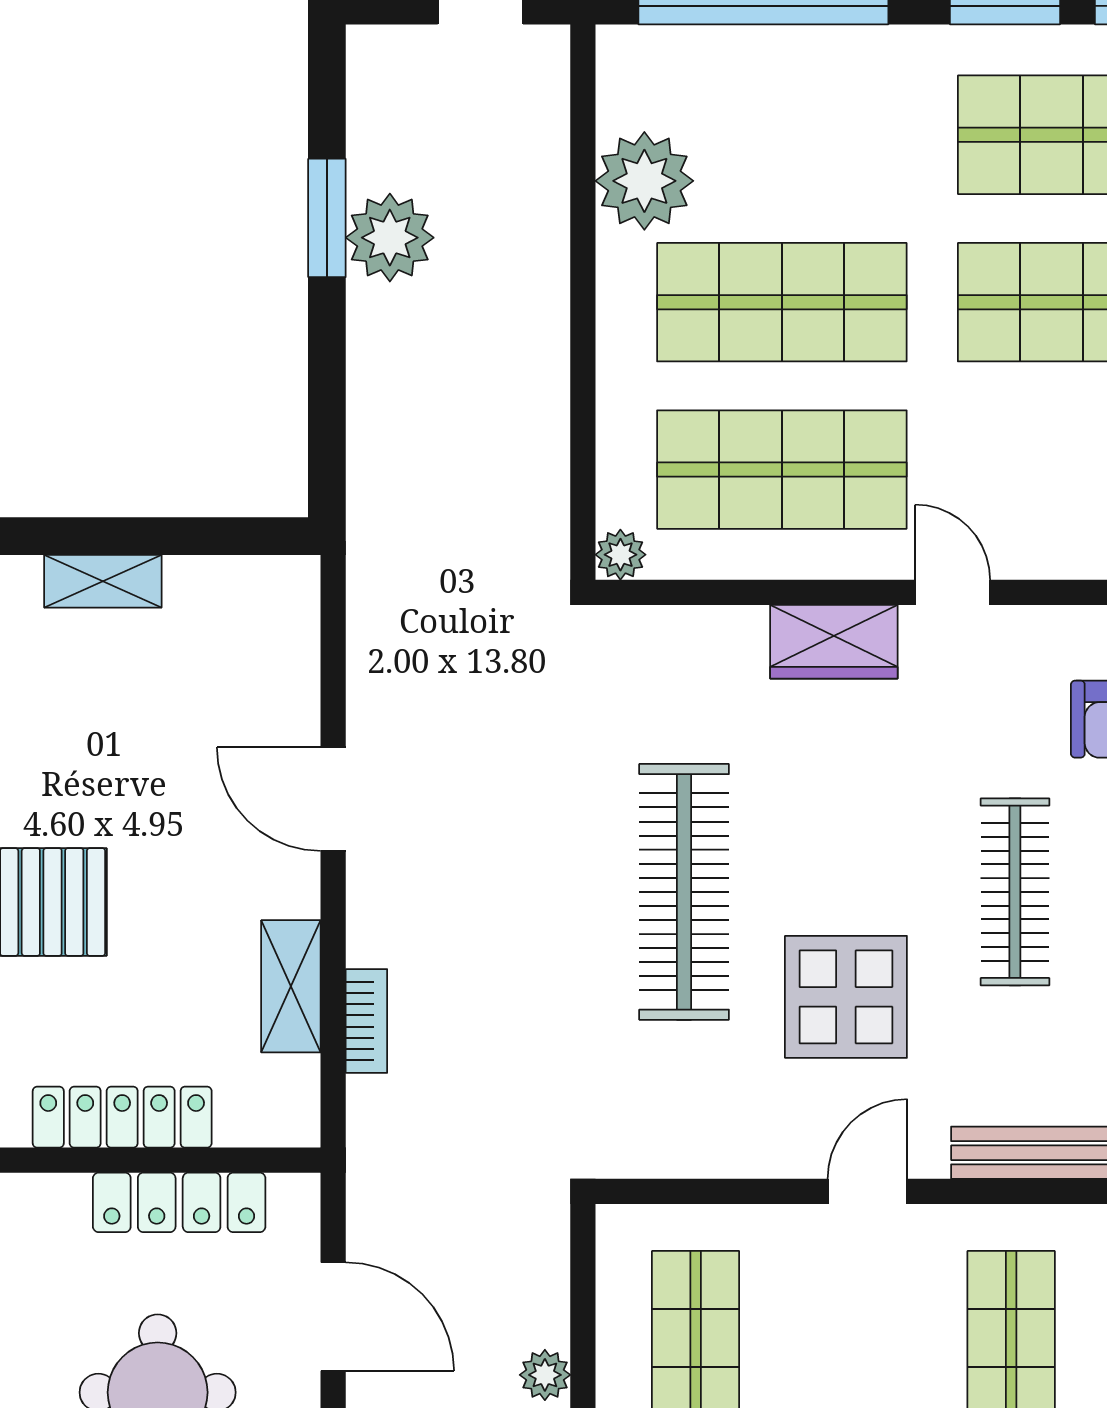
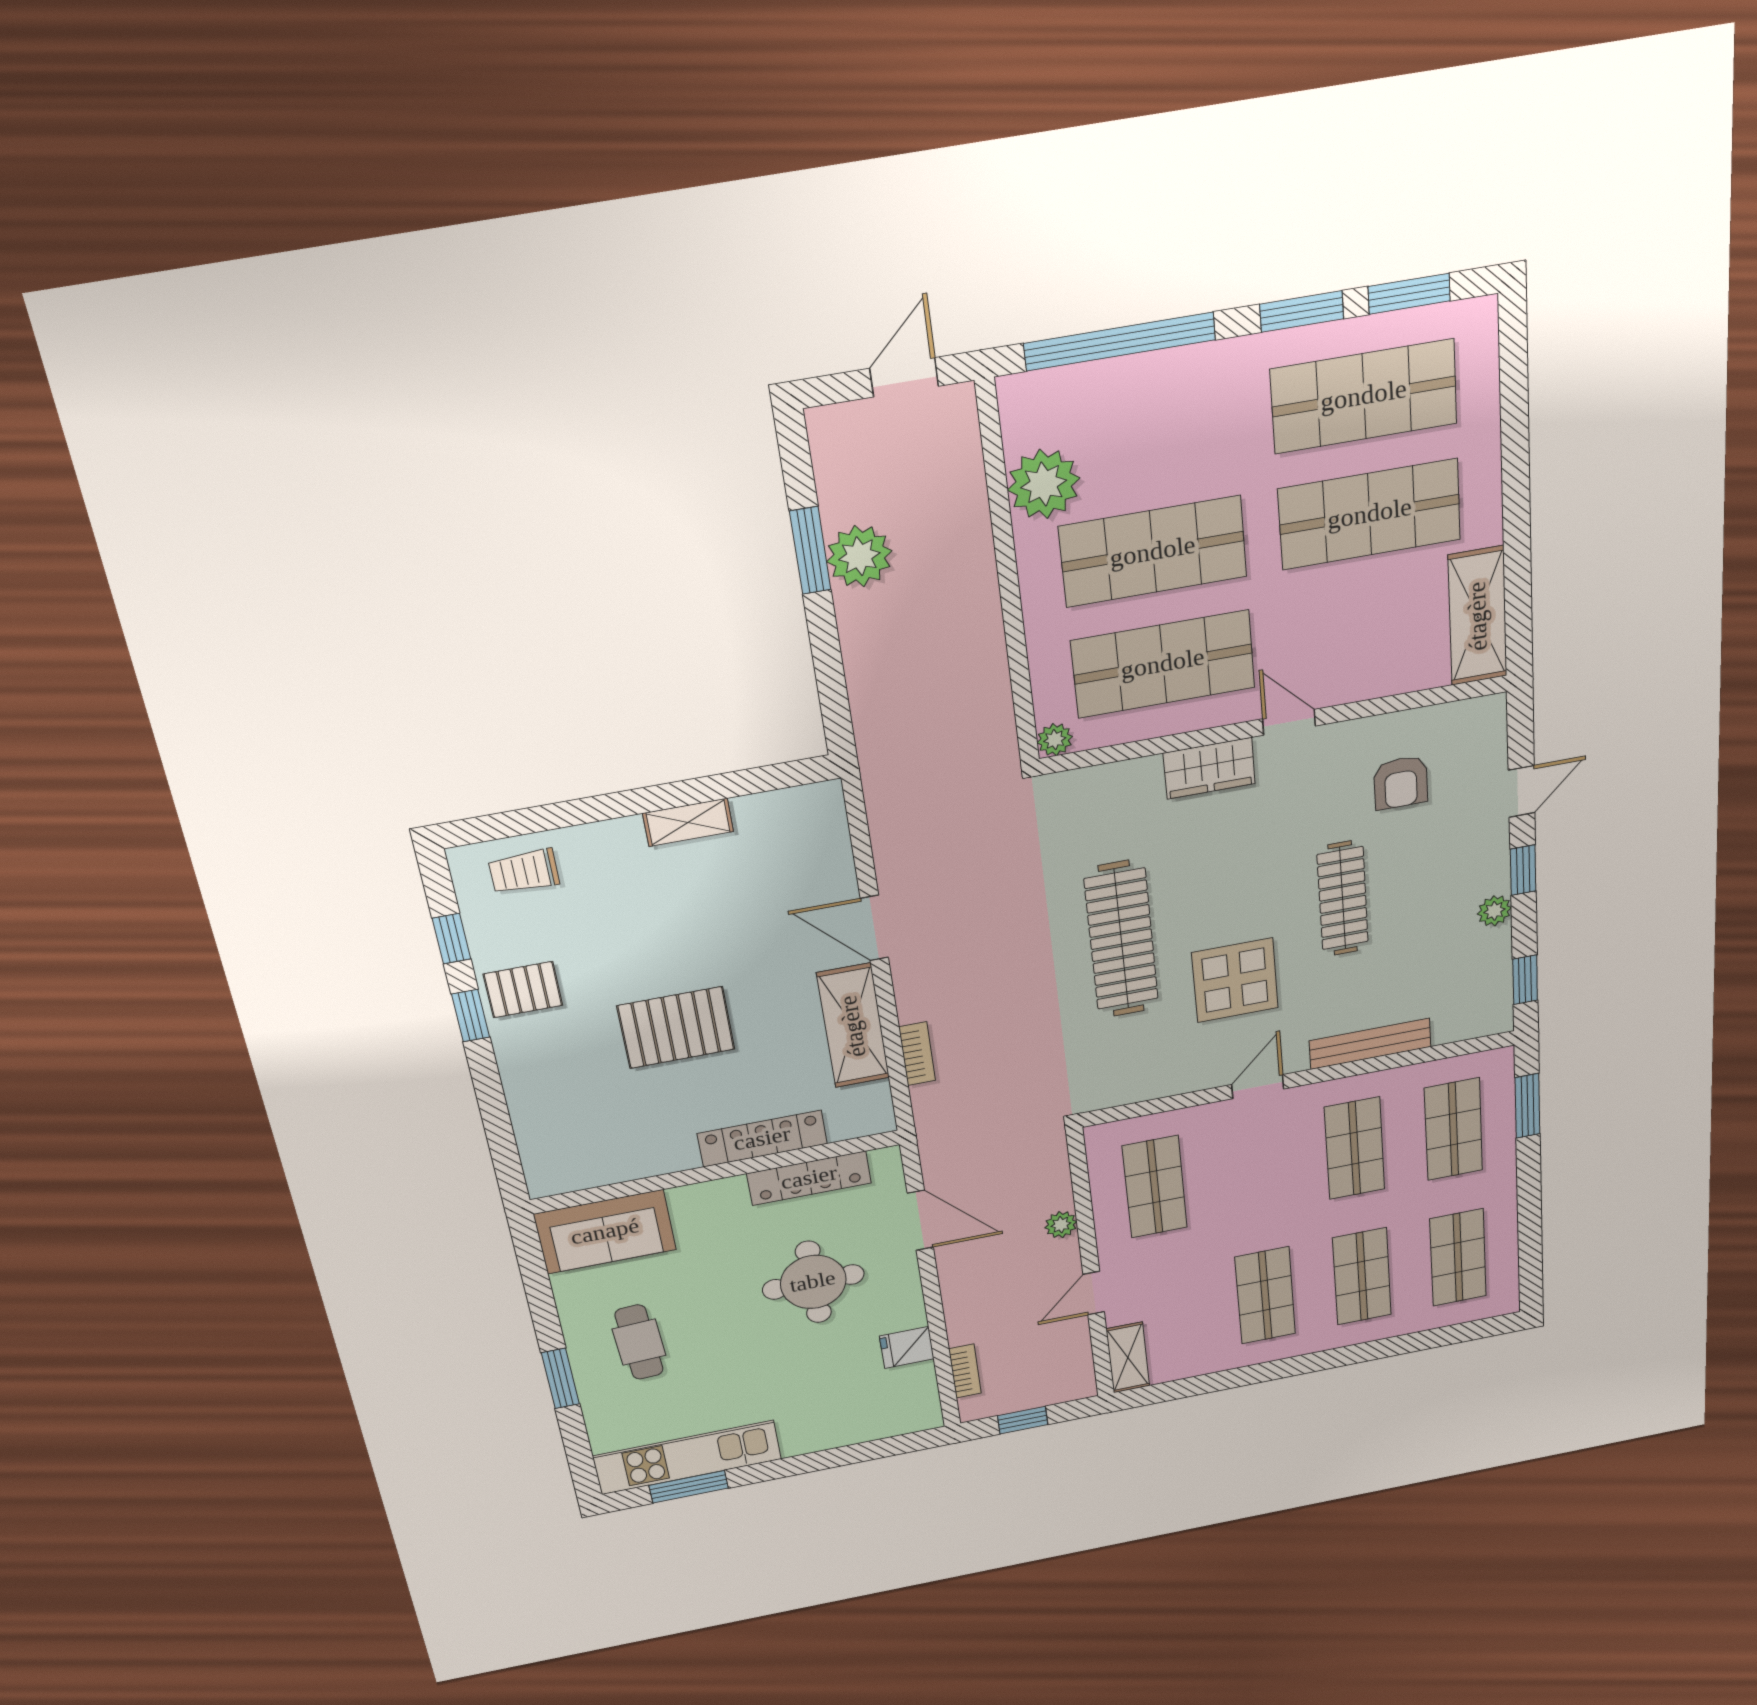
shelving: (291, 986) -> (853, 1026), width x1.50, depth x1.33

